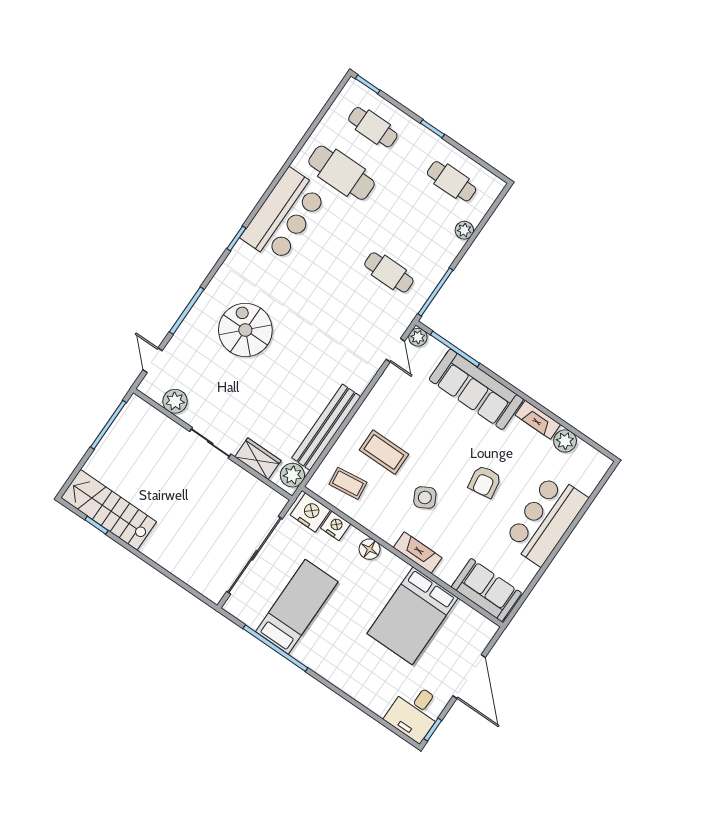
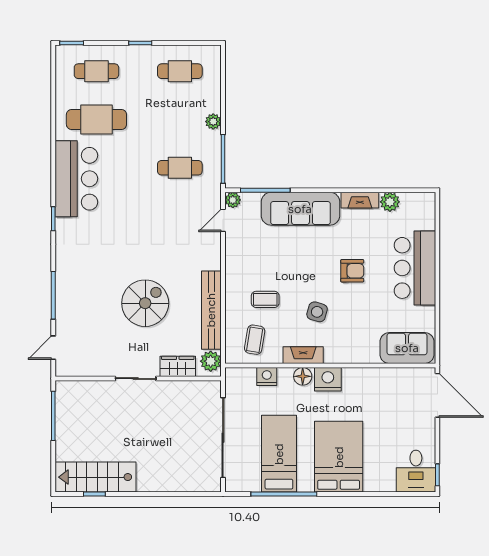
plant: (464, 230) -> (213, 122), moved
spiral stairs: (245, 330) -> (145, 303), moved, turned 90
door: (395, 350) -> (223, 220), swing flipped
door: (153, 360) -> (53, 348), hinge flipped
plant: (175, 401) -> (90, 366), removed
coffee table: (384, 452) -> (265, 299), width x0.73, depth x0.77
armchair: (485, 482) -> (352, 271), turned -81
coffee table: (348, 483) -> (255, 340), turned -74
side table: (425, 498) -> (317, 312), turned 45
nightstand: (310, 513) -> (328, 379), moved
fireplace: (418, 553) -> (303, 355), moved
bed: (413, 616) -> (339, 457), moved, turned 180
door: (469, 677) -> (437, 395), moved

